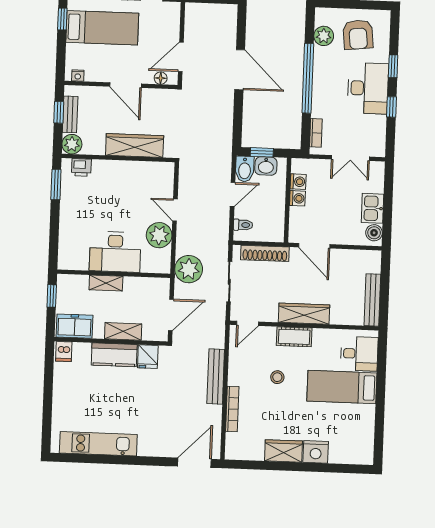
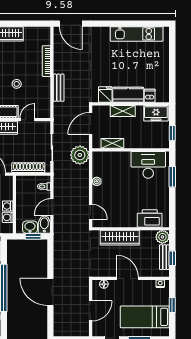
window: (62, 19) -> (172, 305), moved
door: (181, 57) -> (91, 311), moved
printer: (81, 167) -> (150, 218), width x1.87, depth x1.48
window: (56, 185) -> (172, 177), moved
door: (175, 210) -> (91, 212), moved
plant: (159, 235) -> (97, 181), width x0.53, depth x0.53
desk: (115, 252) -> (148, 165), moved
shelving: (106, 283) -> (112, 143), moved
door: (248, 323) -> (27, 120), moved
dishwasher: (64, 352) -> (150, 96), moved
bench: (216, 376) -> (59, 88), width x0.73
door: (194, 463) -> (71, 24), hinge flipped

